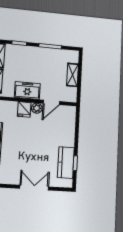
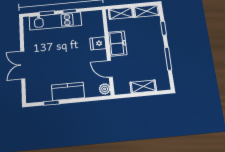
plant: (37, 108) -> (105, 89), moved
kitchen counter: (66, 163) -> (68, 91), moved
double door: (34, 188) -> (23, 65), swing flipped

